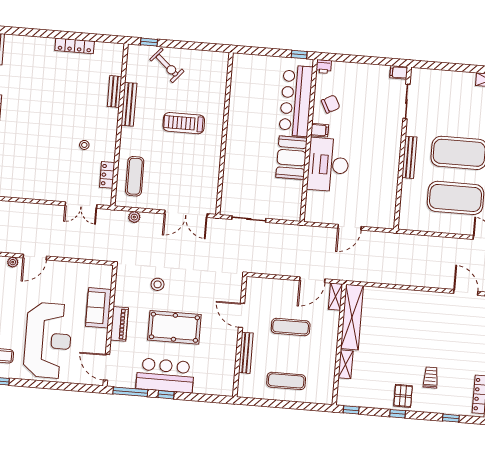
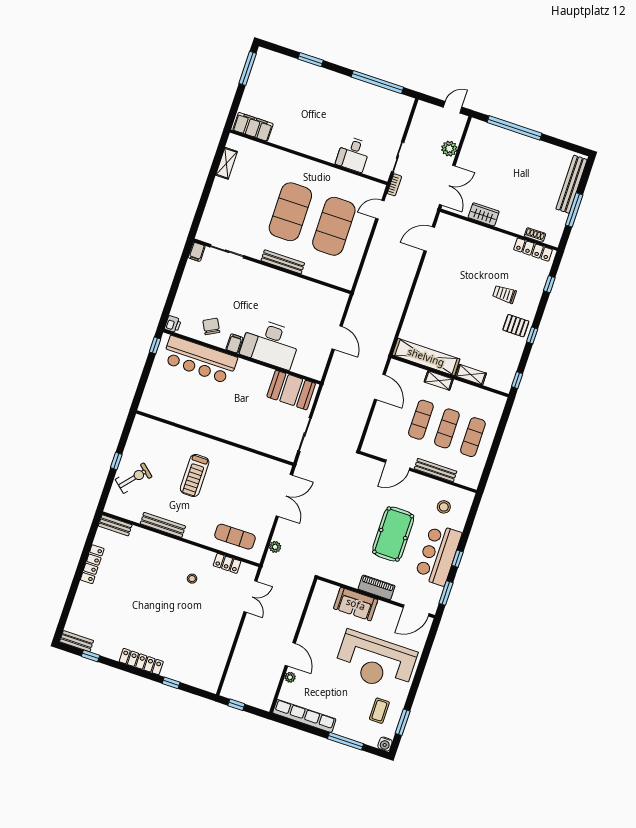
window: (149, 42) -> (116, 461), moved
bench: (115, 91) -> (115, 525), moved
booth: (292, 158) -> (291, 390), moved
stool: (158, 284) -> (444, 507), moved
shelving: (335, 297) -> (439, 381), moved
reception desk: (48, 340) -> (376, 662), turned 180
exercise mat: (288, 354) -> (447, 428), added
window: (130, 392) -> (446, 593), width x0.69

